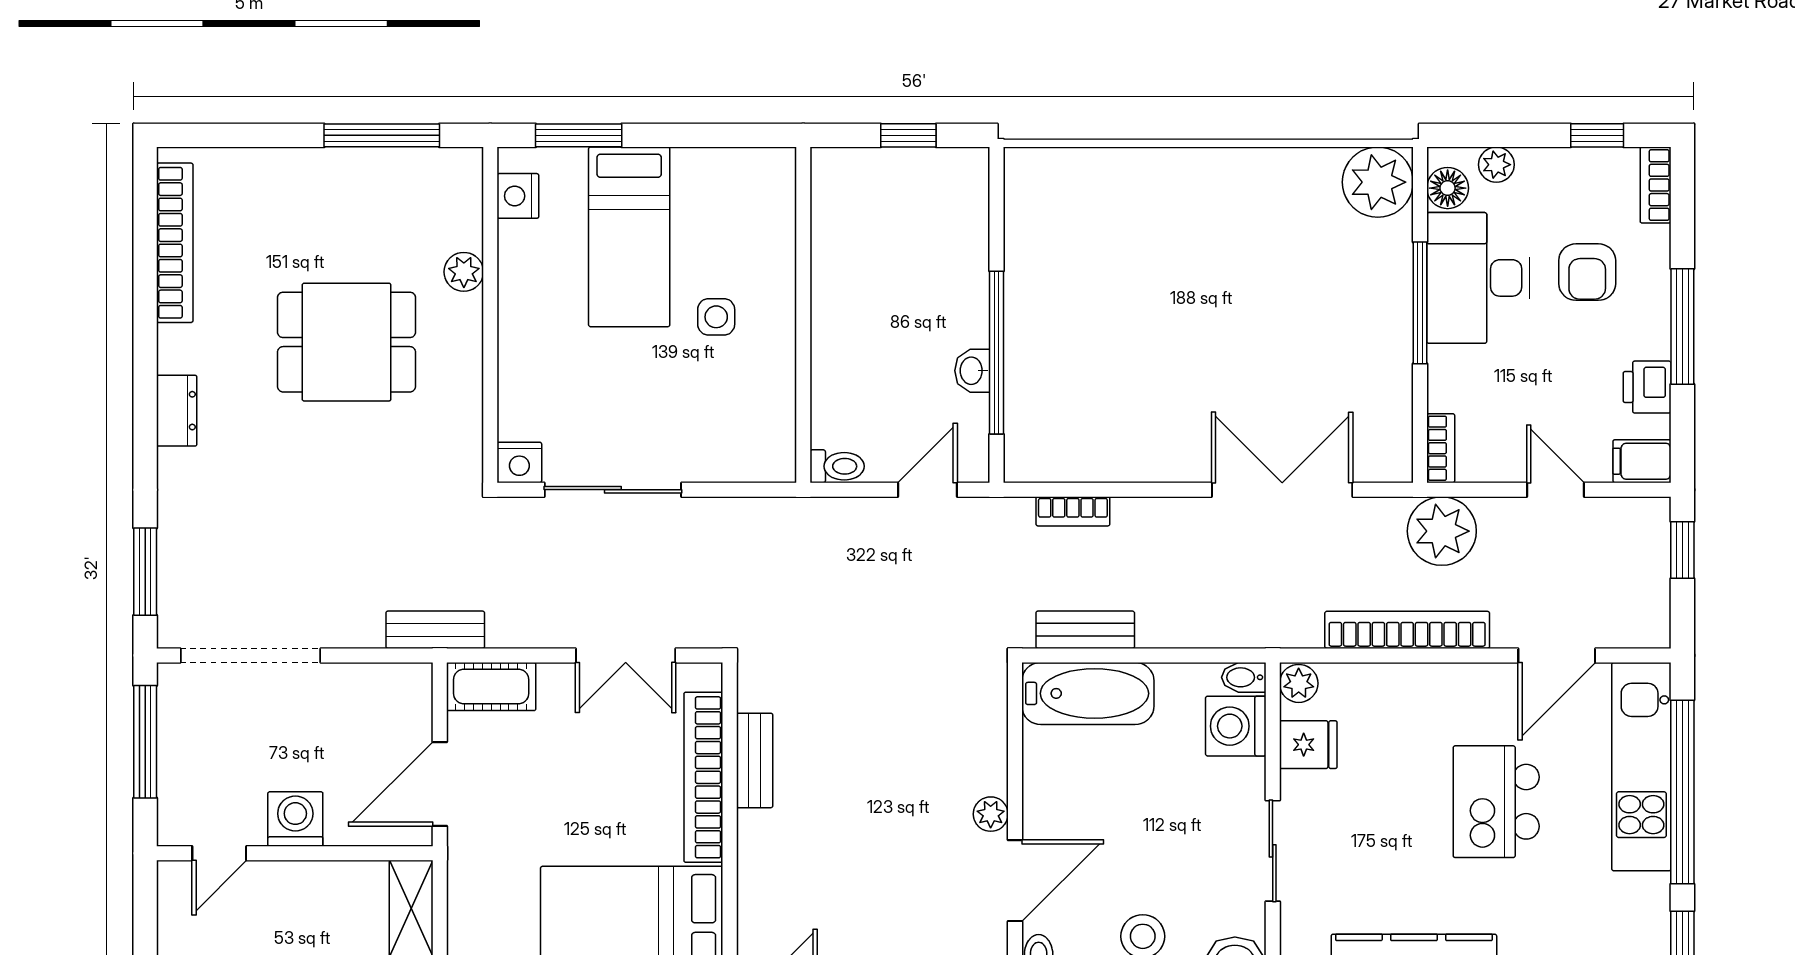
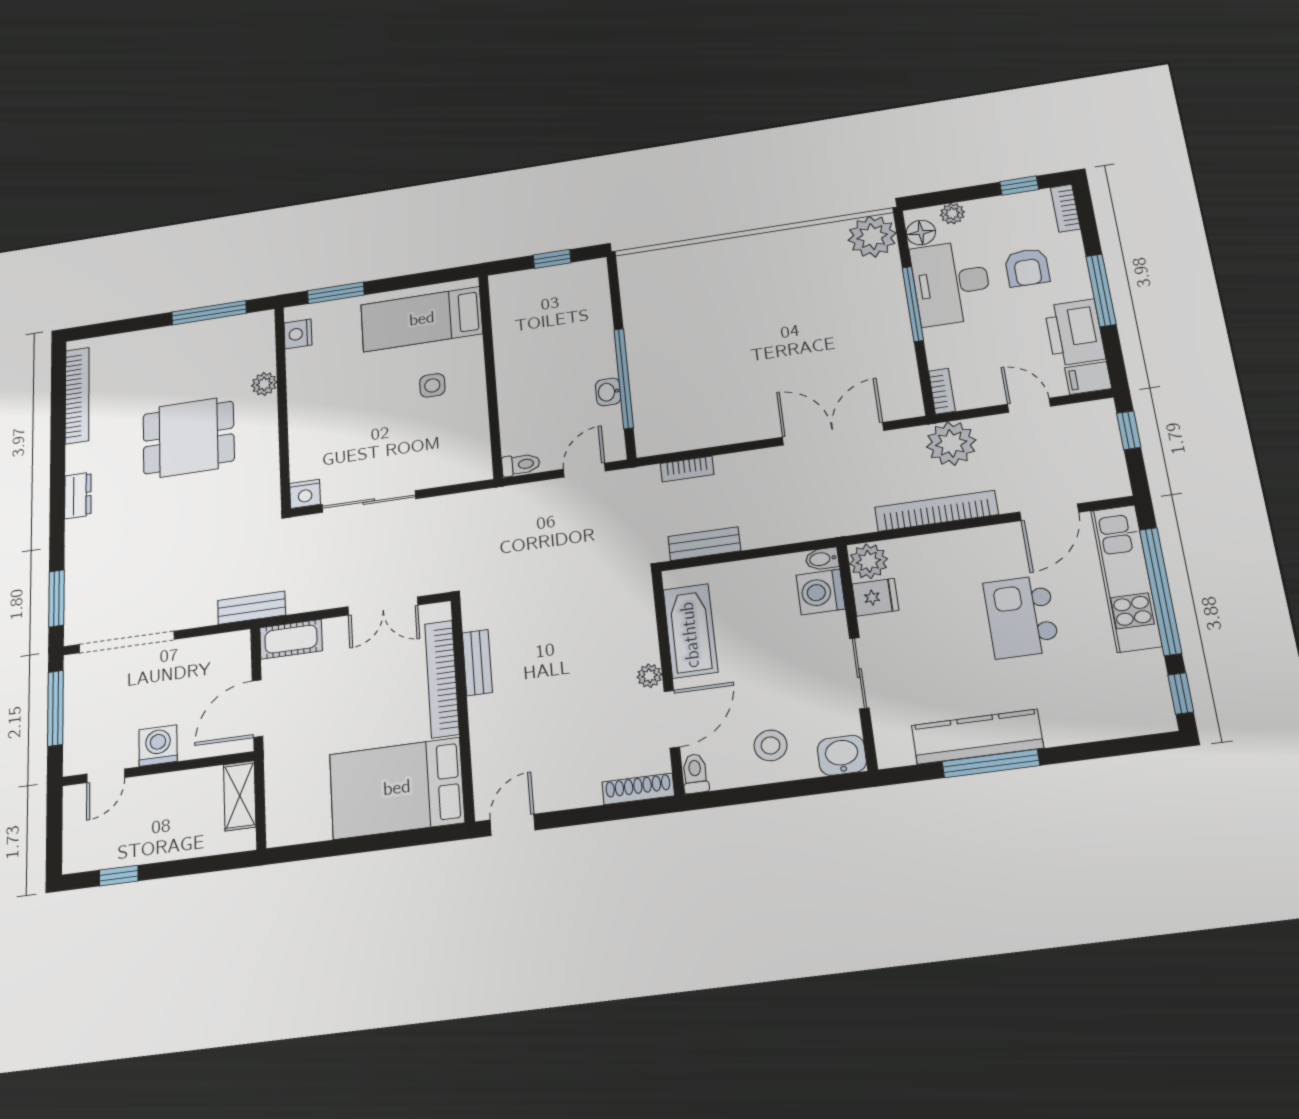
bed: (629, 237) -> (422, 319), moved, turned 90
printer: (1647, 387) -> (1075, 332), width x1.87, depth x1.48
plant: (1299, 683) -> (869, 561), width x1.38, depth x1.38
bathtub: (1088, 693) -> (690, 631), moved, turned -90

